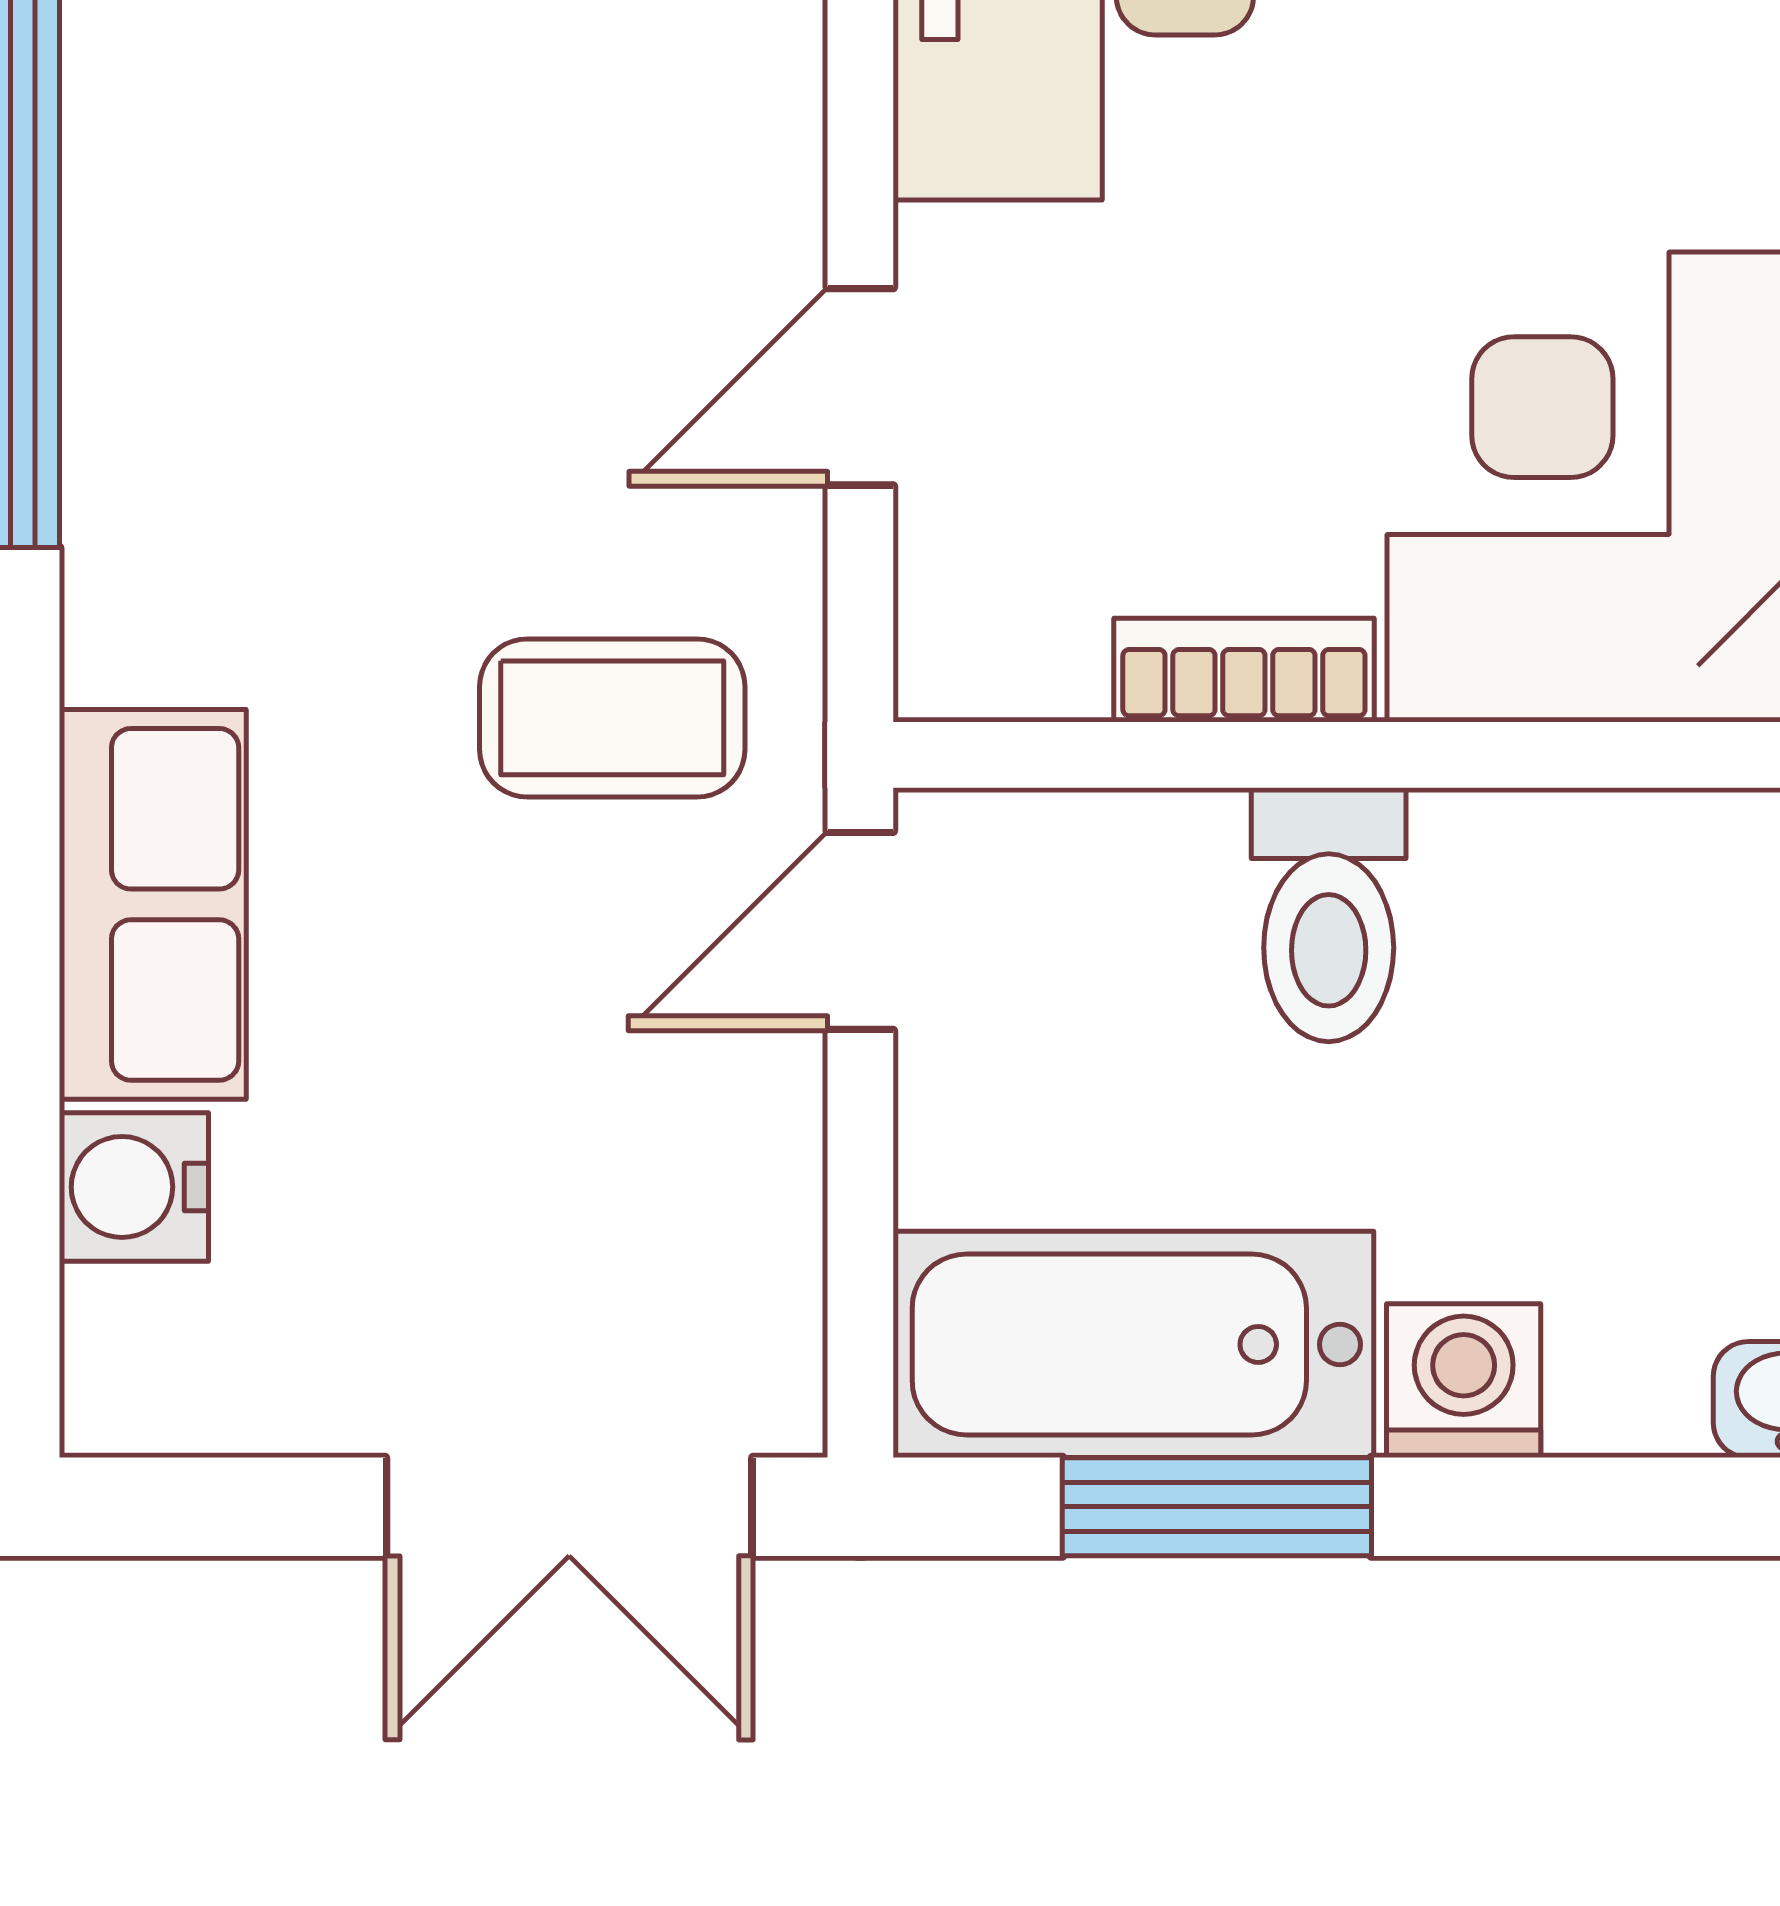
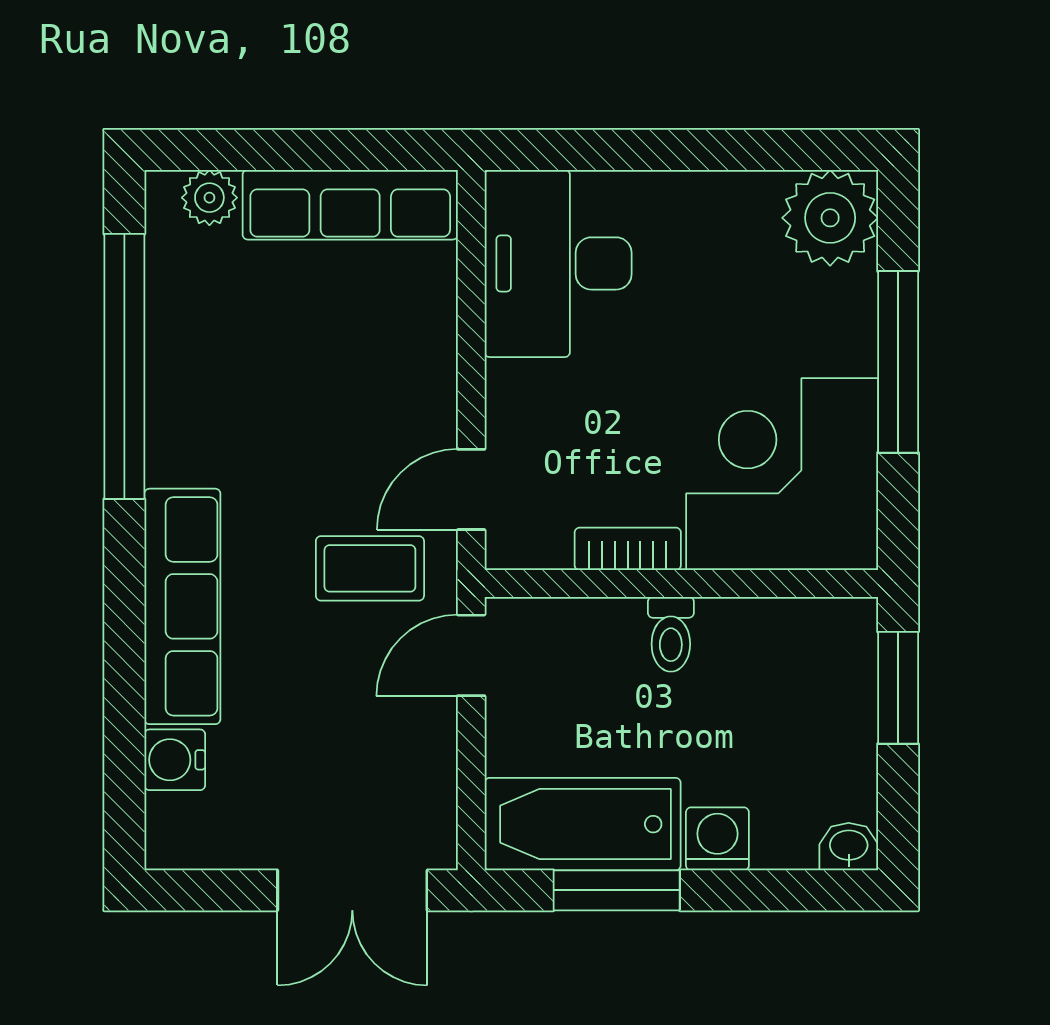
door: (860, 387) -> (471, 489), moved
row of seats: (153, 904) -> (182, 606), width x1.48
toilet: (1329, 915) -> (671, 634), width x0.73, depth x0.72

